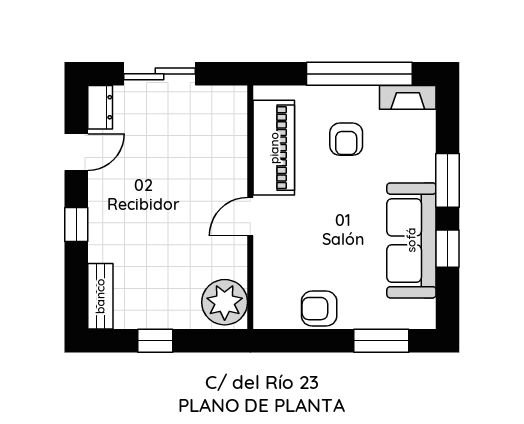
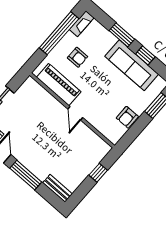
window: (76, 225) -> (26, 175), width x2.17
plant: (225, 302) -> (97, 148), removed
window: (155, 341) -> (98, 173), moved

